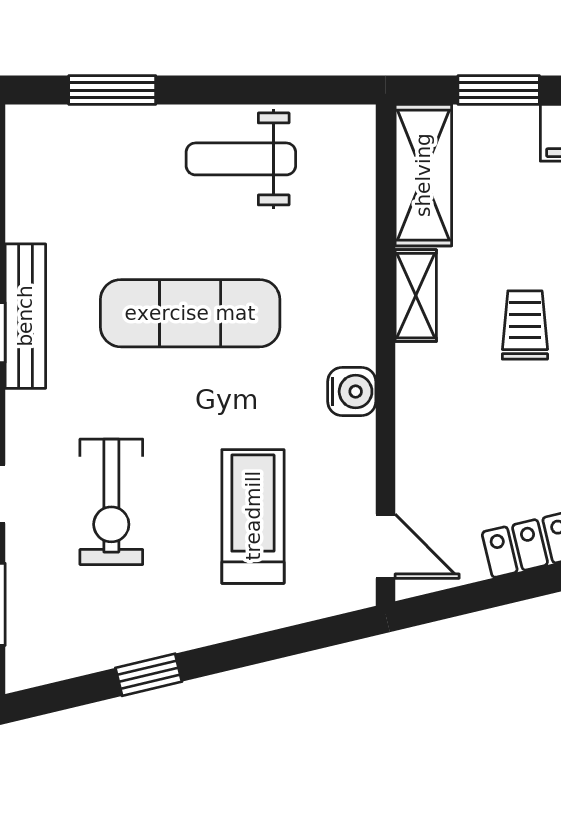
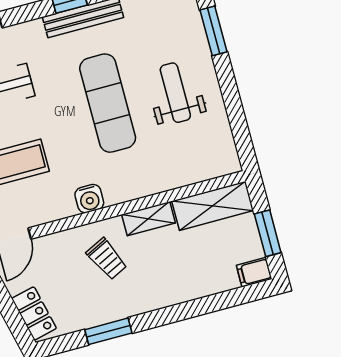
weight bench: (241, 159) -> (175, 93), moved
trolley: (525, 325) -> (107, 259), moved, turned 64

